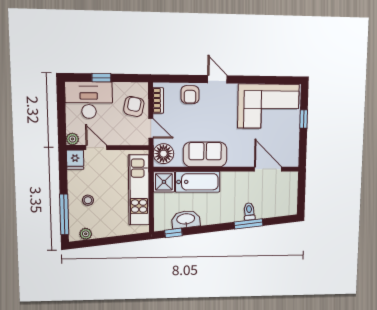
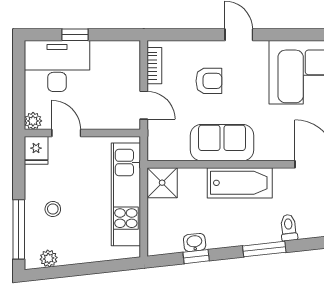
armchair: (190, 95) -> (209, 81), moved, turned -90
armchair: (134, 106) -> (120, 74), removed
floor lamp: (163, 154) -> (162, 142), removed
bathtub: (198, 182) -> (240, 183), moved
washbasin: (186, 219) -> (195, 242), width x0.52, depth x0.69
window: (249, 224) -> (264, 249), moved
window: (173, 233) -> (196, 257), moved

